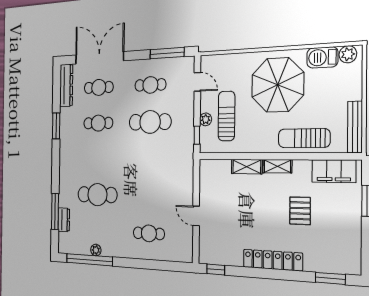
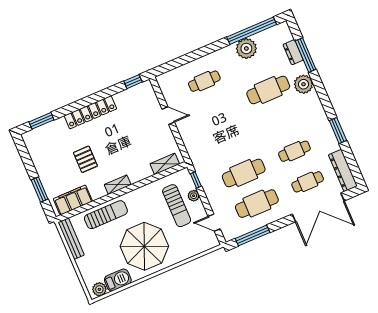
cafe table: (150, 85) -> (257, 204), width x1.37, depth x1.35
shelving: (247, 167) -> (165, 164), moved
plant: (67, 185) -> (303, 84), added
plant: (96, 250) -> (246, 49), width x1.87, depth x1.87

